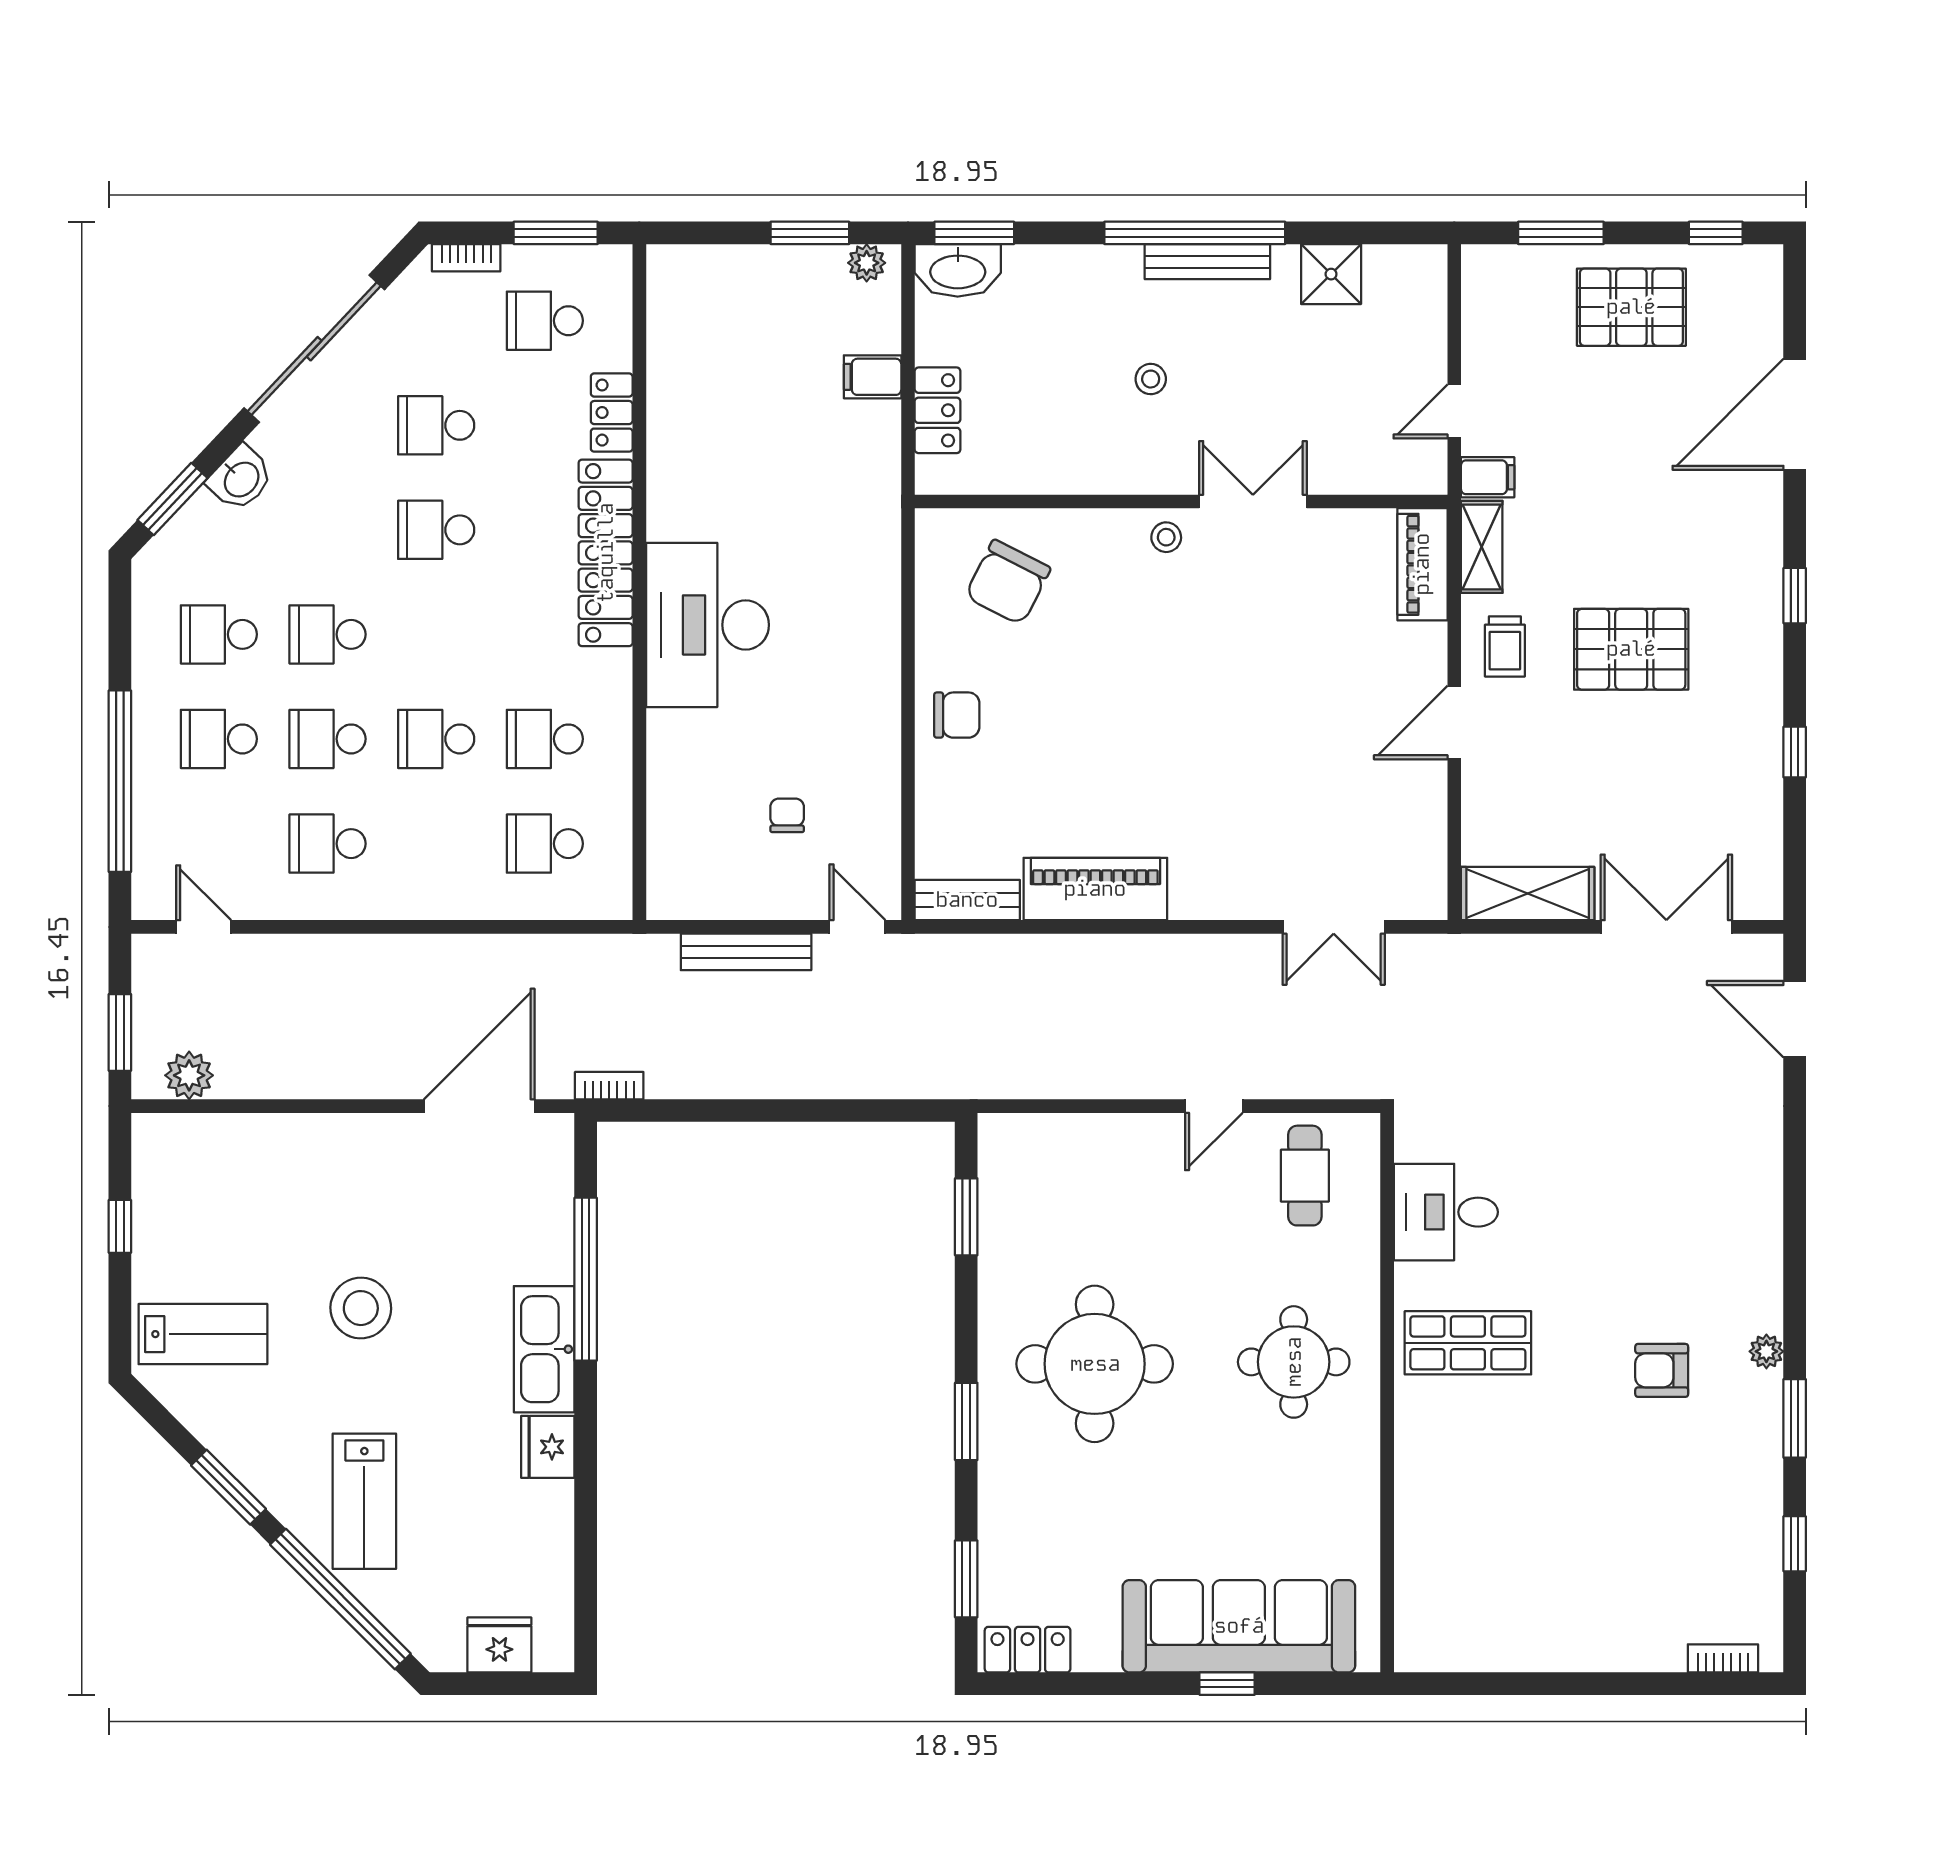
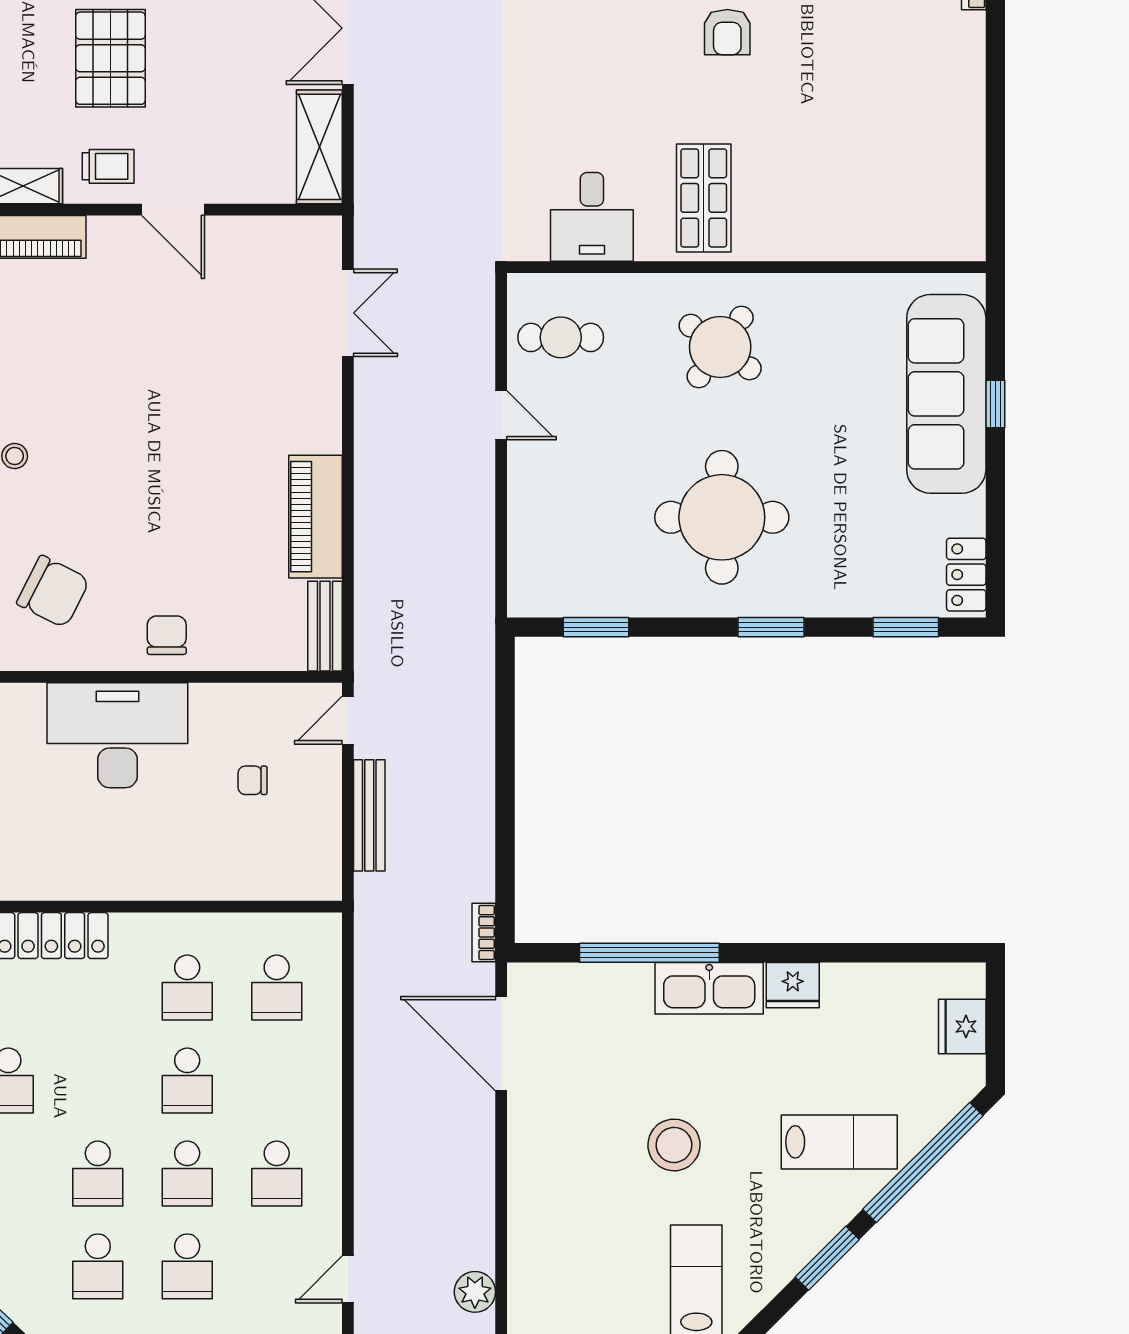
desk: (708, 625) -> (117, 735), moved, turned 180
round table: (1294, 1362) -> (720, 347), turned 36

